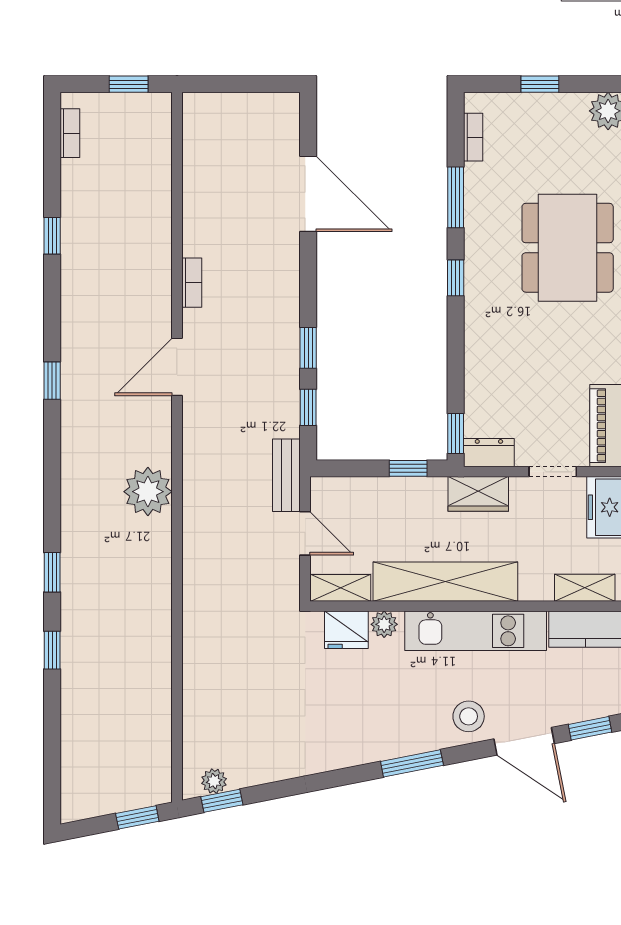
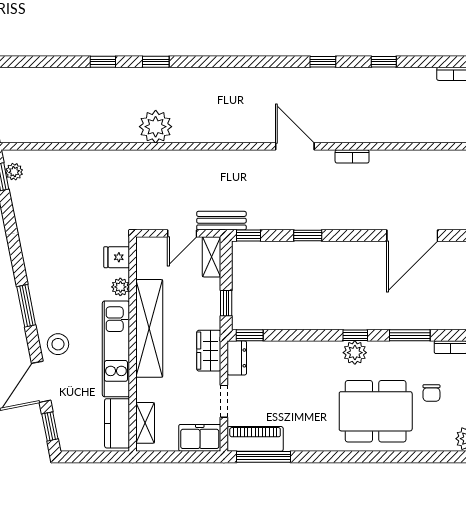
chair: (541, 165) -> (431, 393), added
plant: (481, 279) -> (355, 353), added
window: (52, 381) -> (323, 62), moved
window: (308, 407) -> (249, 235), moved
plant: (148, 492) -> (156, 127), moved
shelving: (341, 588) -> (212, 257), moved
fridge: (346, 630) -> (117, 257), width x0.72

